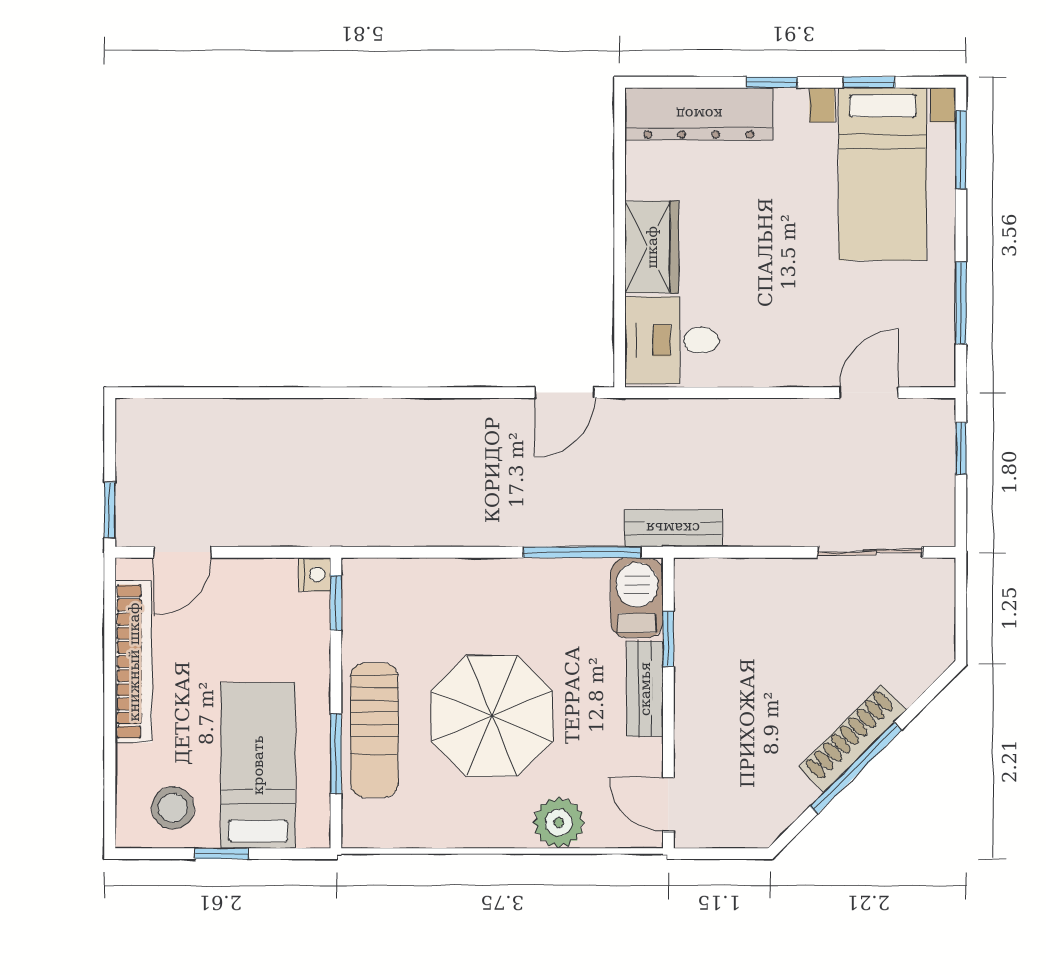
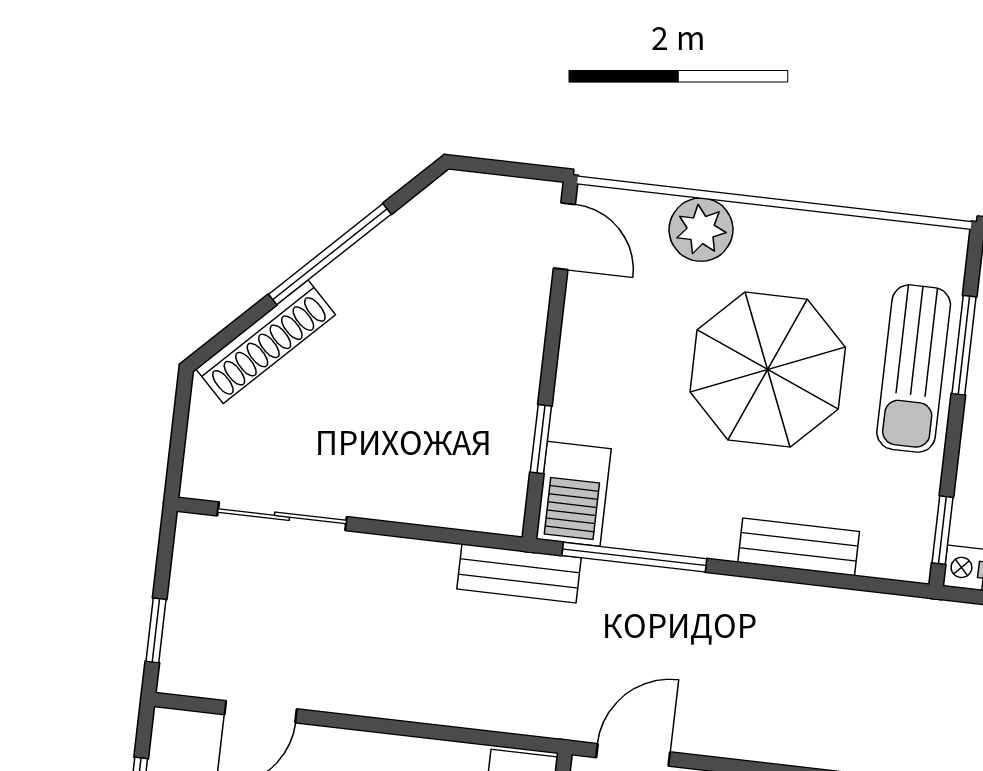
bench: (645, 689) -> (799, 547), moved, turned 90
sun lounger: (374, 730) -> (914, 369), turned 180
shoe rack: (853, 738) -> (266, 342), moved

